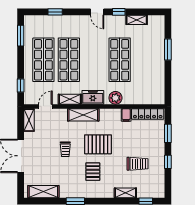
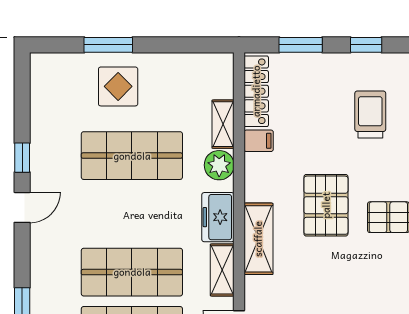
shelving: (137, 20) -> (223, 124), moved
display table: (150, 54) -> (118, 86), added
trolley: (65, 149) -> (337, 280), removed

